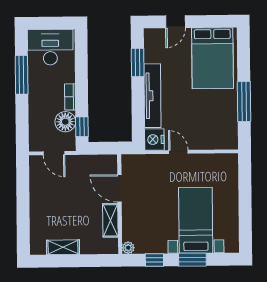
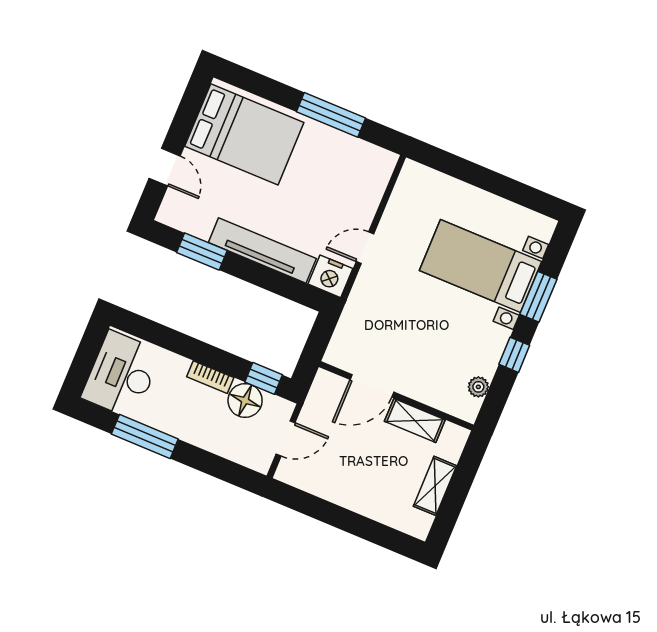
door: (119, 188) -> (372, 386), moved
wall: (120, 204) -> (396, 396), moved
shelving: (110, 220) -> (415, 421), moved

